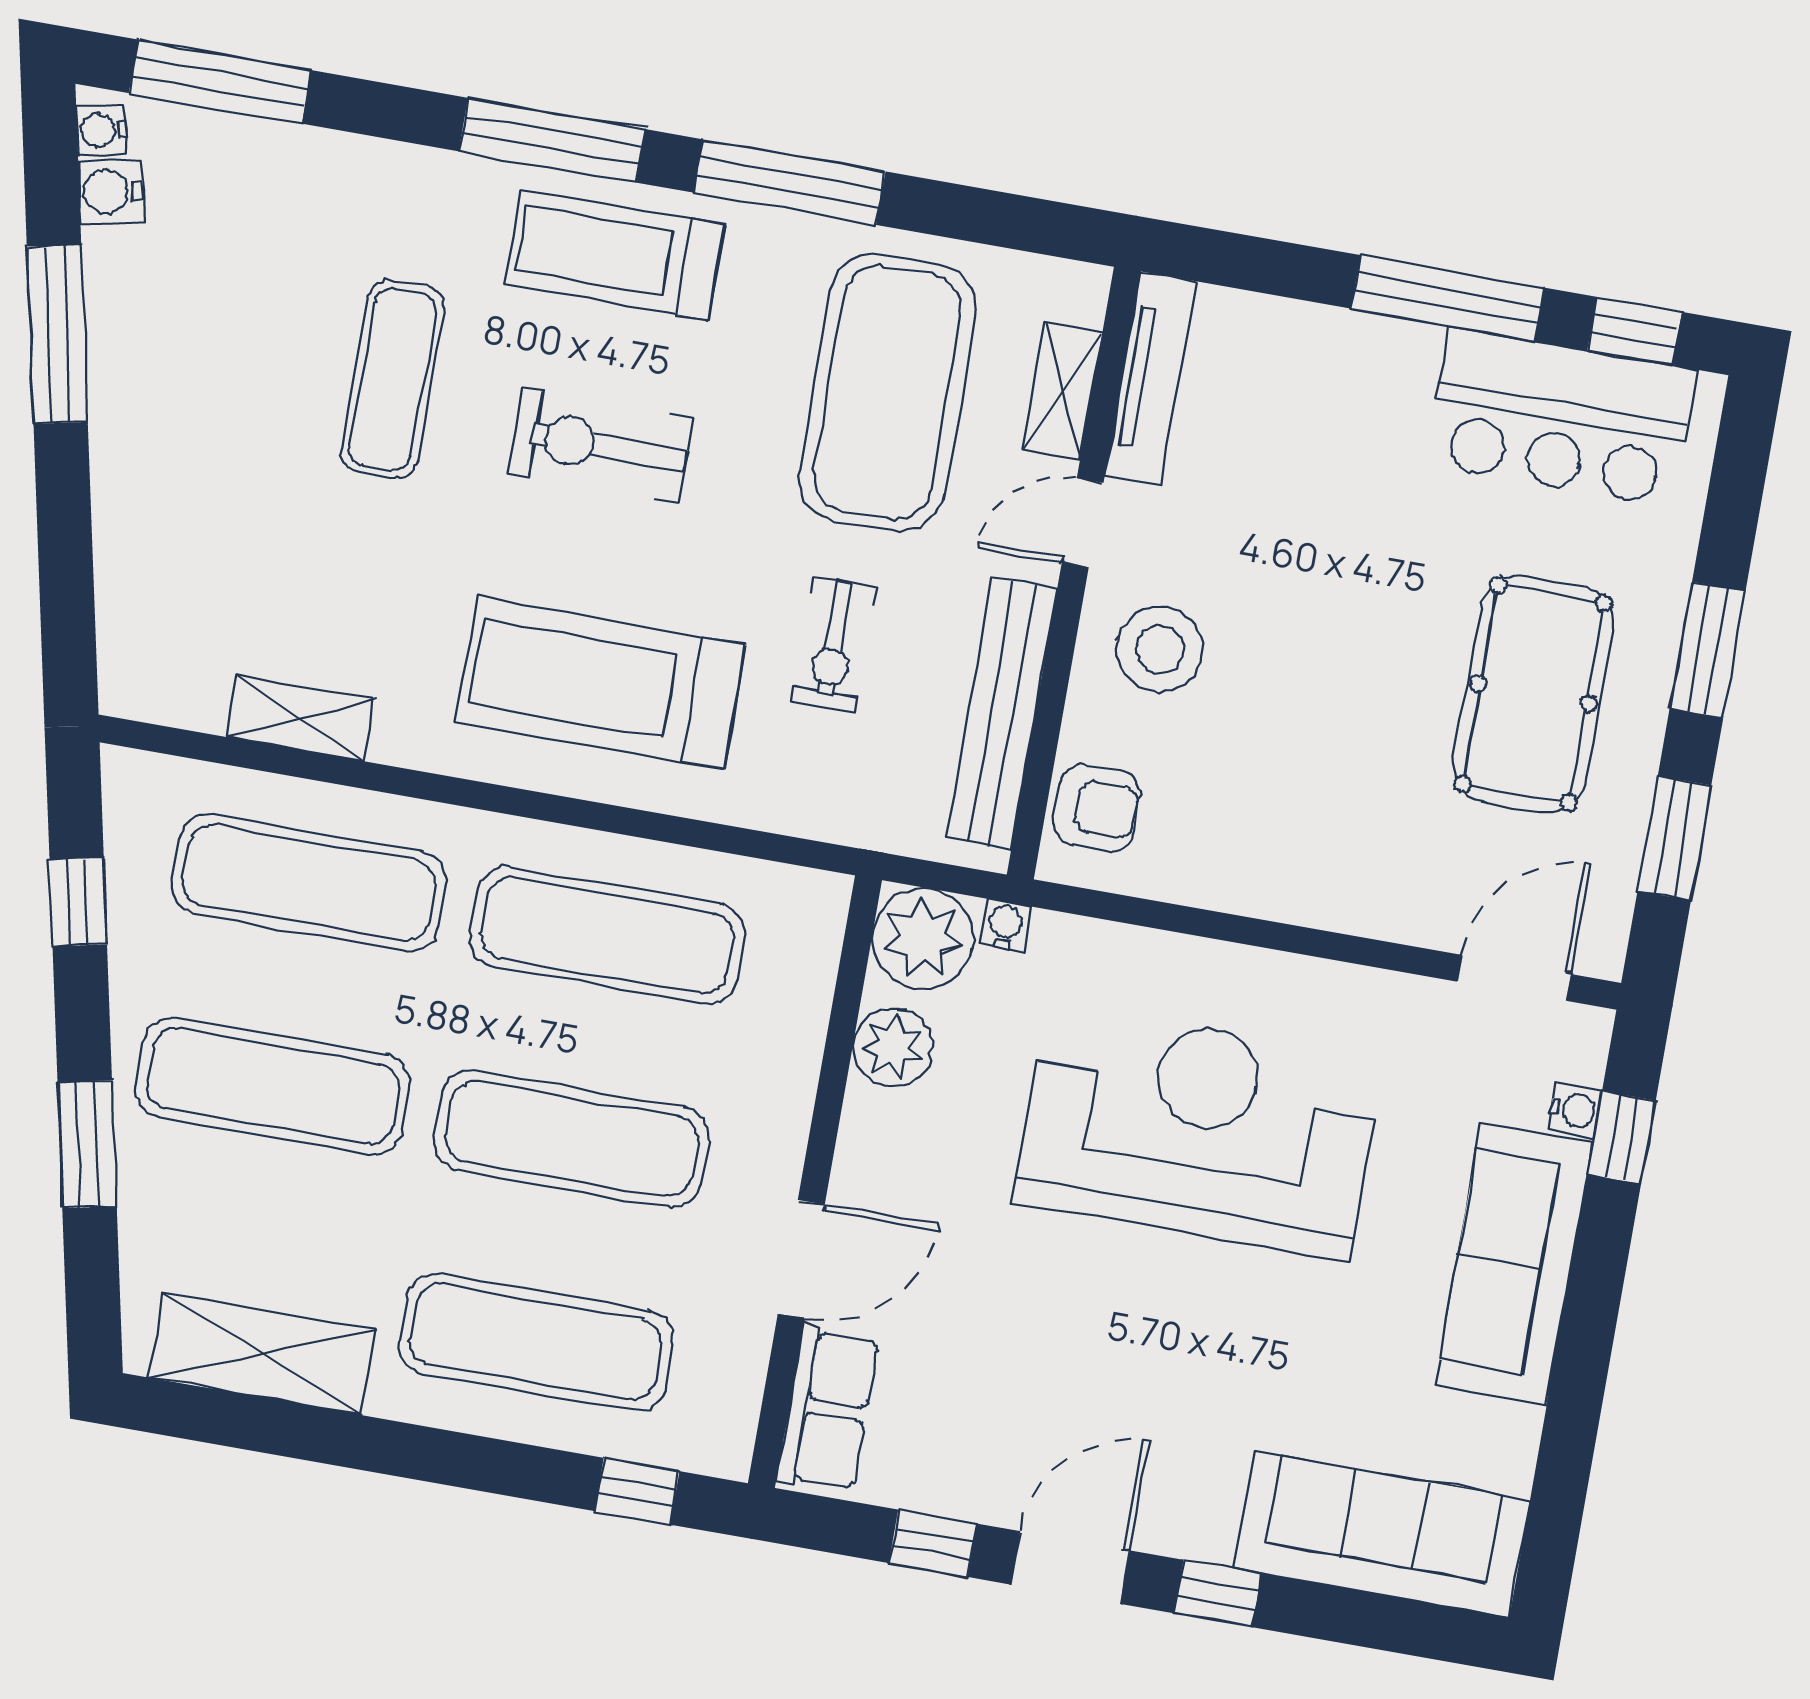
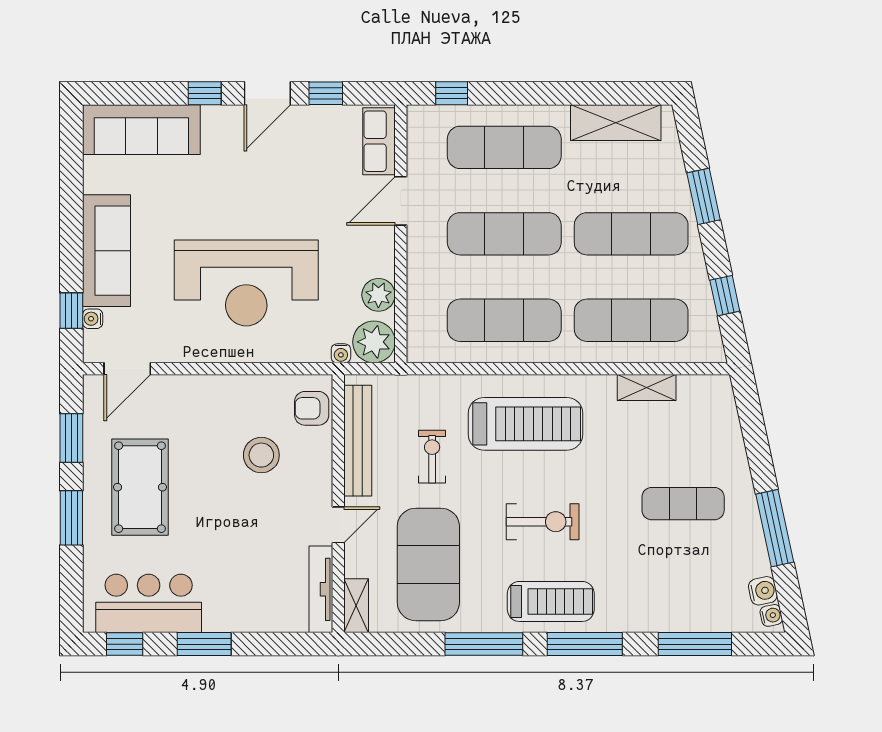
window: (220, 82) -> (695, 644), moved
window: (1448, 298) -> (204, 644), width x0.69
exercise mat: (392, 379) -> (683, 504), moved, turned 90
shelving: (1063, 391) -> (356, 606), moved
stool: (1160, 649) -> (261, 455), moved

